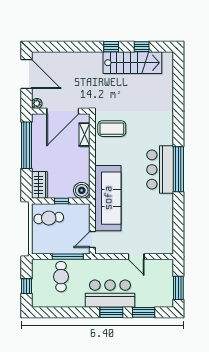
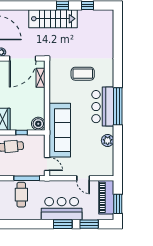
stairs: (132, 63) -> (53, 19), moved
coffee table: (112, 129) -> (83, 74), moved
plant: (166, 211) -> (108, 141), added
door: (92, 239) -> (47, 164), swing flipped
piano: (164, 280) -> (106, 197), added

